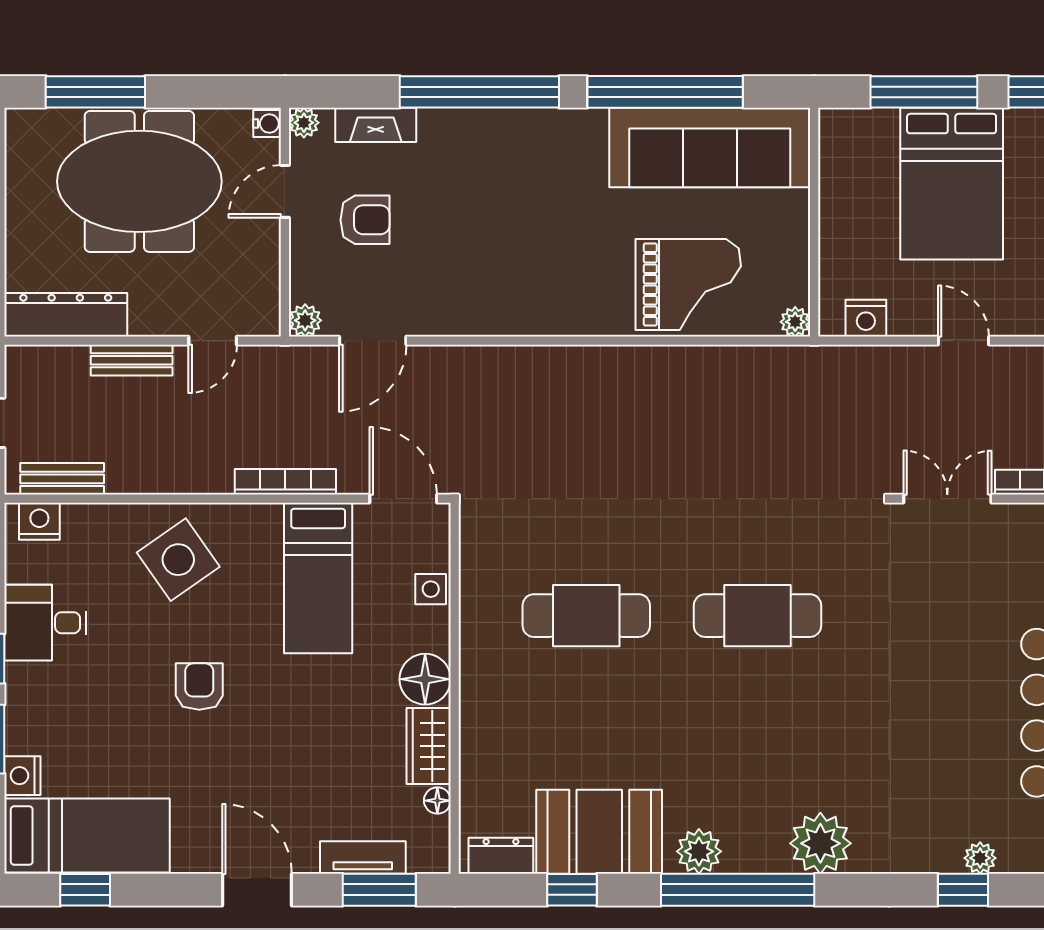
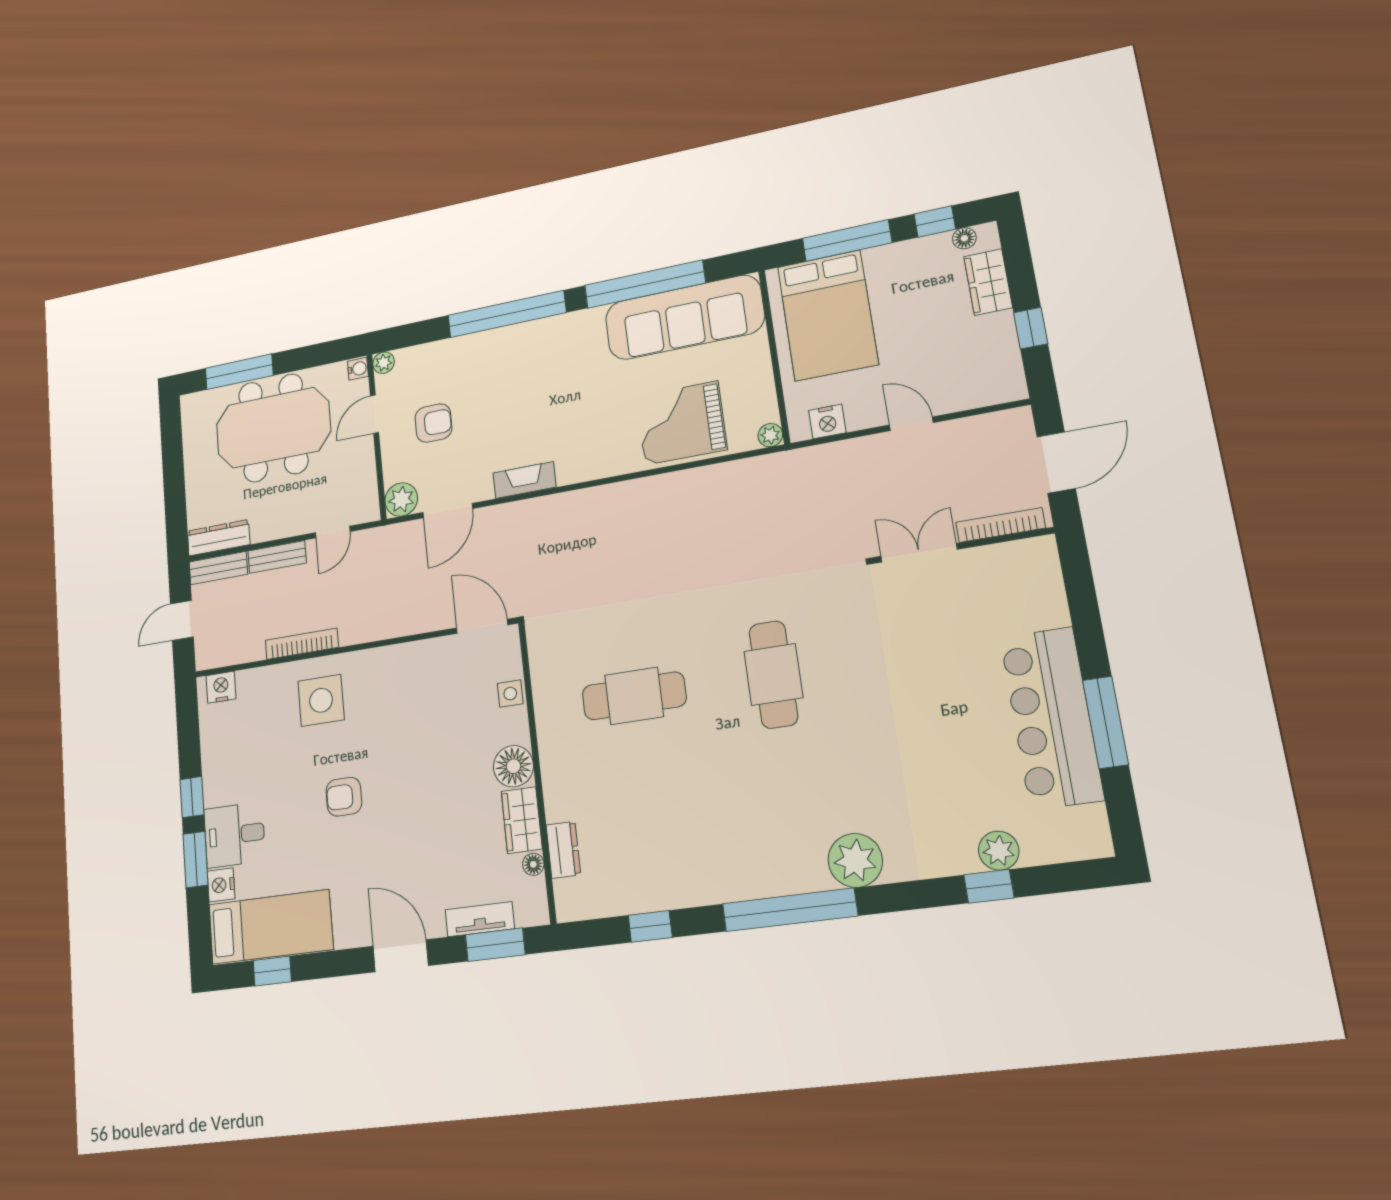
fireplace: (376, 125) -> (524, 480), moved, turned 180
bed: (952, 184) -> (828, 315), moved
grand piano: (688, 284) -> (681, 423), turned 180
dresser: (66, 315) -> (219, 538), width x0.73, depth x0.80
plant: (305, 320) -> (401, 499), width x1.38, depth x1.38
bench: (62, 479) -> (218, 568), moved
bookcase: (285, 482) -> (302, 644), moved
side table: (178, 560) -> (321, 700), turned 35
bed: (318, 578) -> (424, 698), removed
cafe table: (757, 616) -> (773, 674), turned 90
desk: (45, 623) -> (235, 835), moved
armchair: (199, 686) -> (344, 797), turned -90
booth: (599, 832) -> (667, 874), removed
plant: (699, 851) -> (752, 880), removed
dresser: (501, 856) -> (563, 850), moved, turned 90
plant: (980, 858) -> (999, 851), width x1.38, depth x1.38

